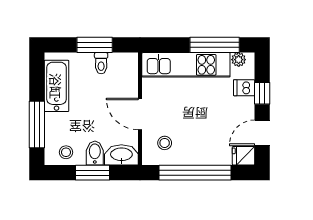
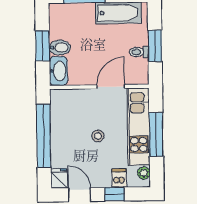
window: (215, 45) -> (156, 135), moved
door: (140, 114) -> (111, 87), moved
stool: (165, 143) -> (98, 136), moved
stool: (66, 152) -> (60, 22), removed

